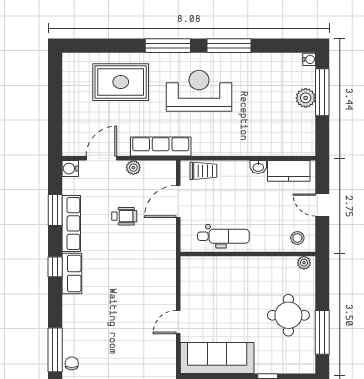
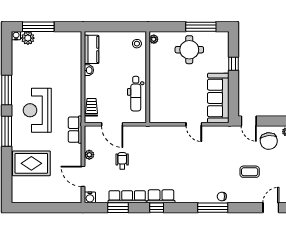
rug: (121, 82) -> (31, 163), turned 90
plant: (306, 98) -> (28, 38), moved
row of seats: (161, 147) -> (75, 130), width x0.68
door: (322, 205) -> (115, 27), removed
dental chair: (223, 236) -> (136, 94), turned 180

